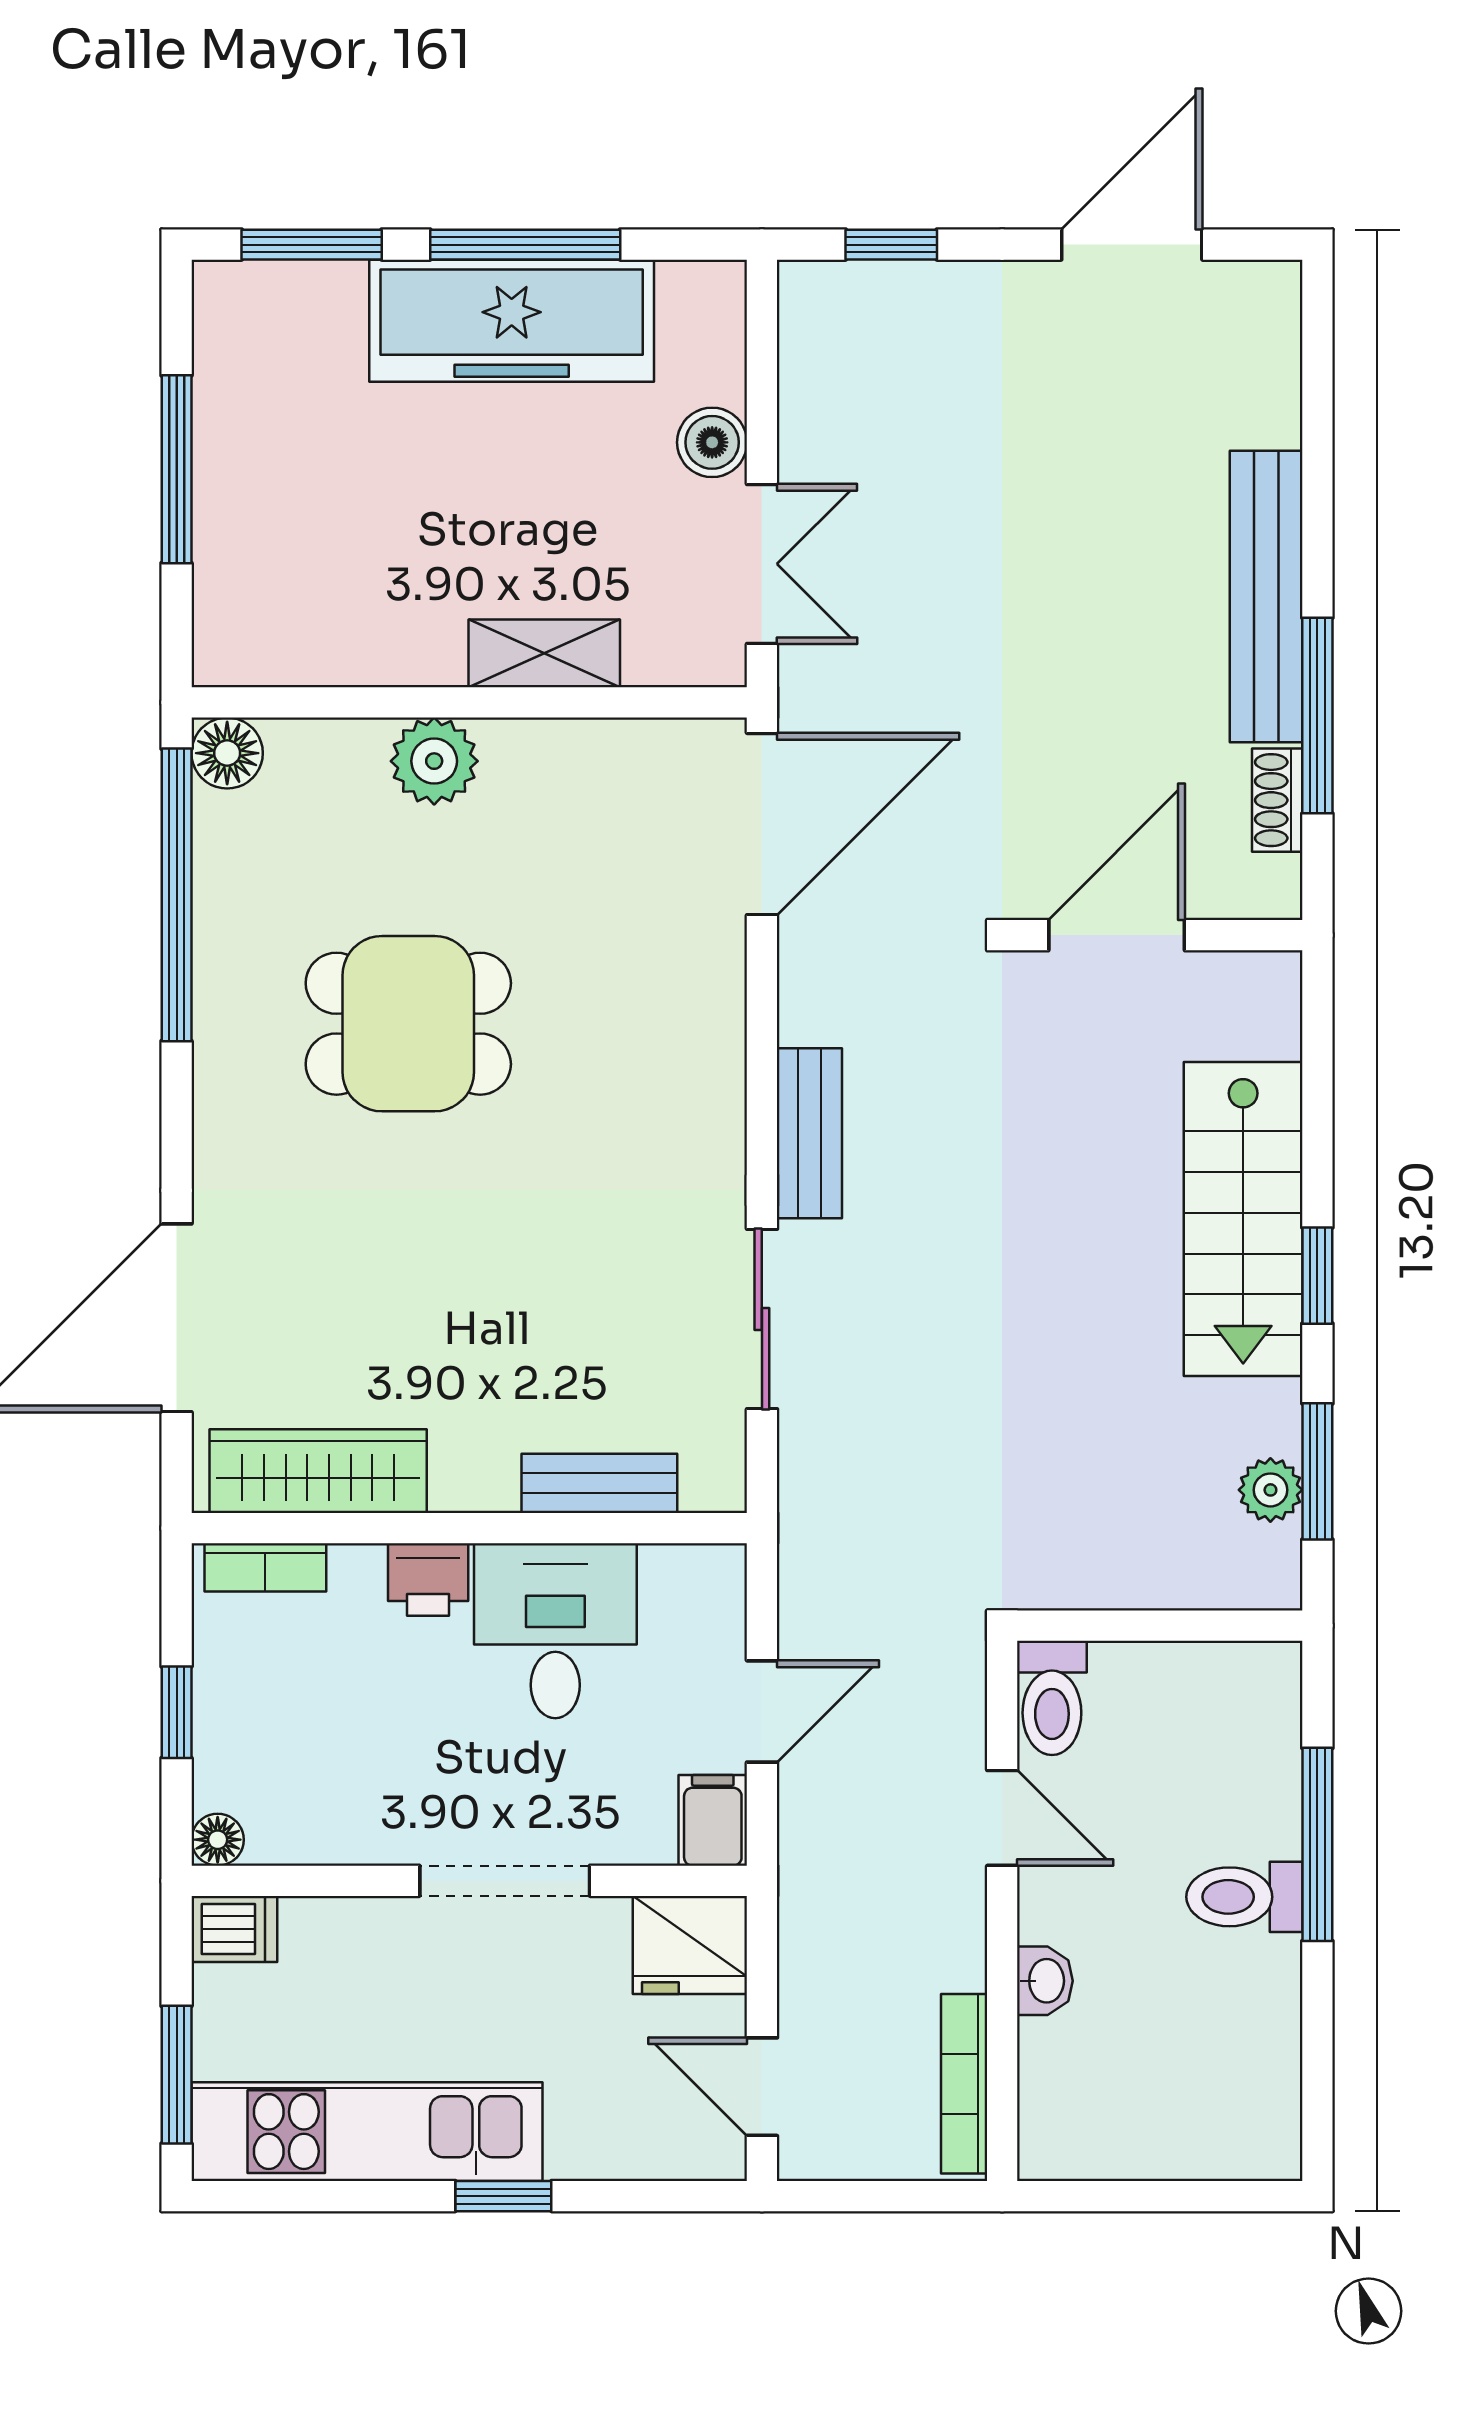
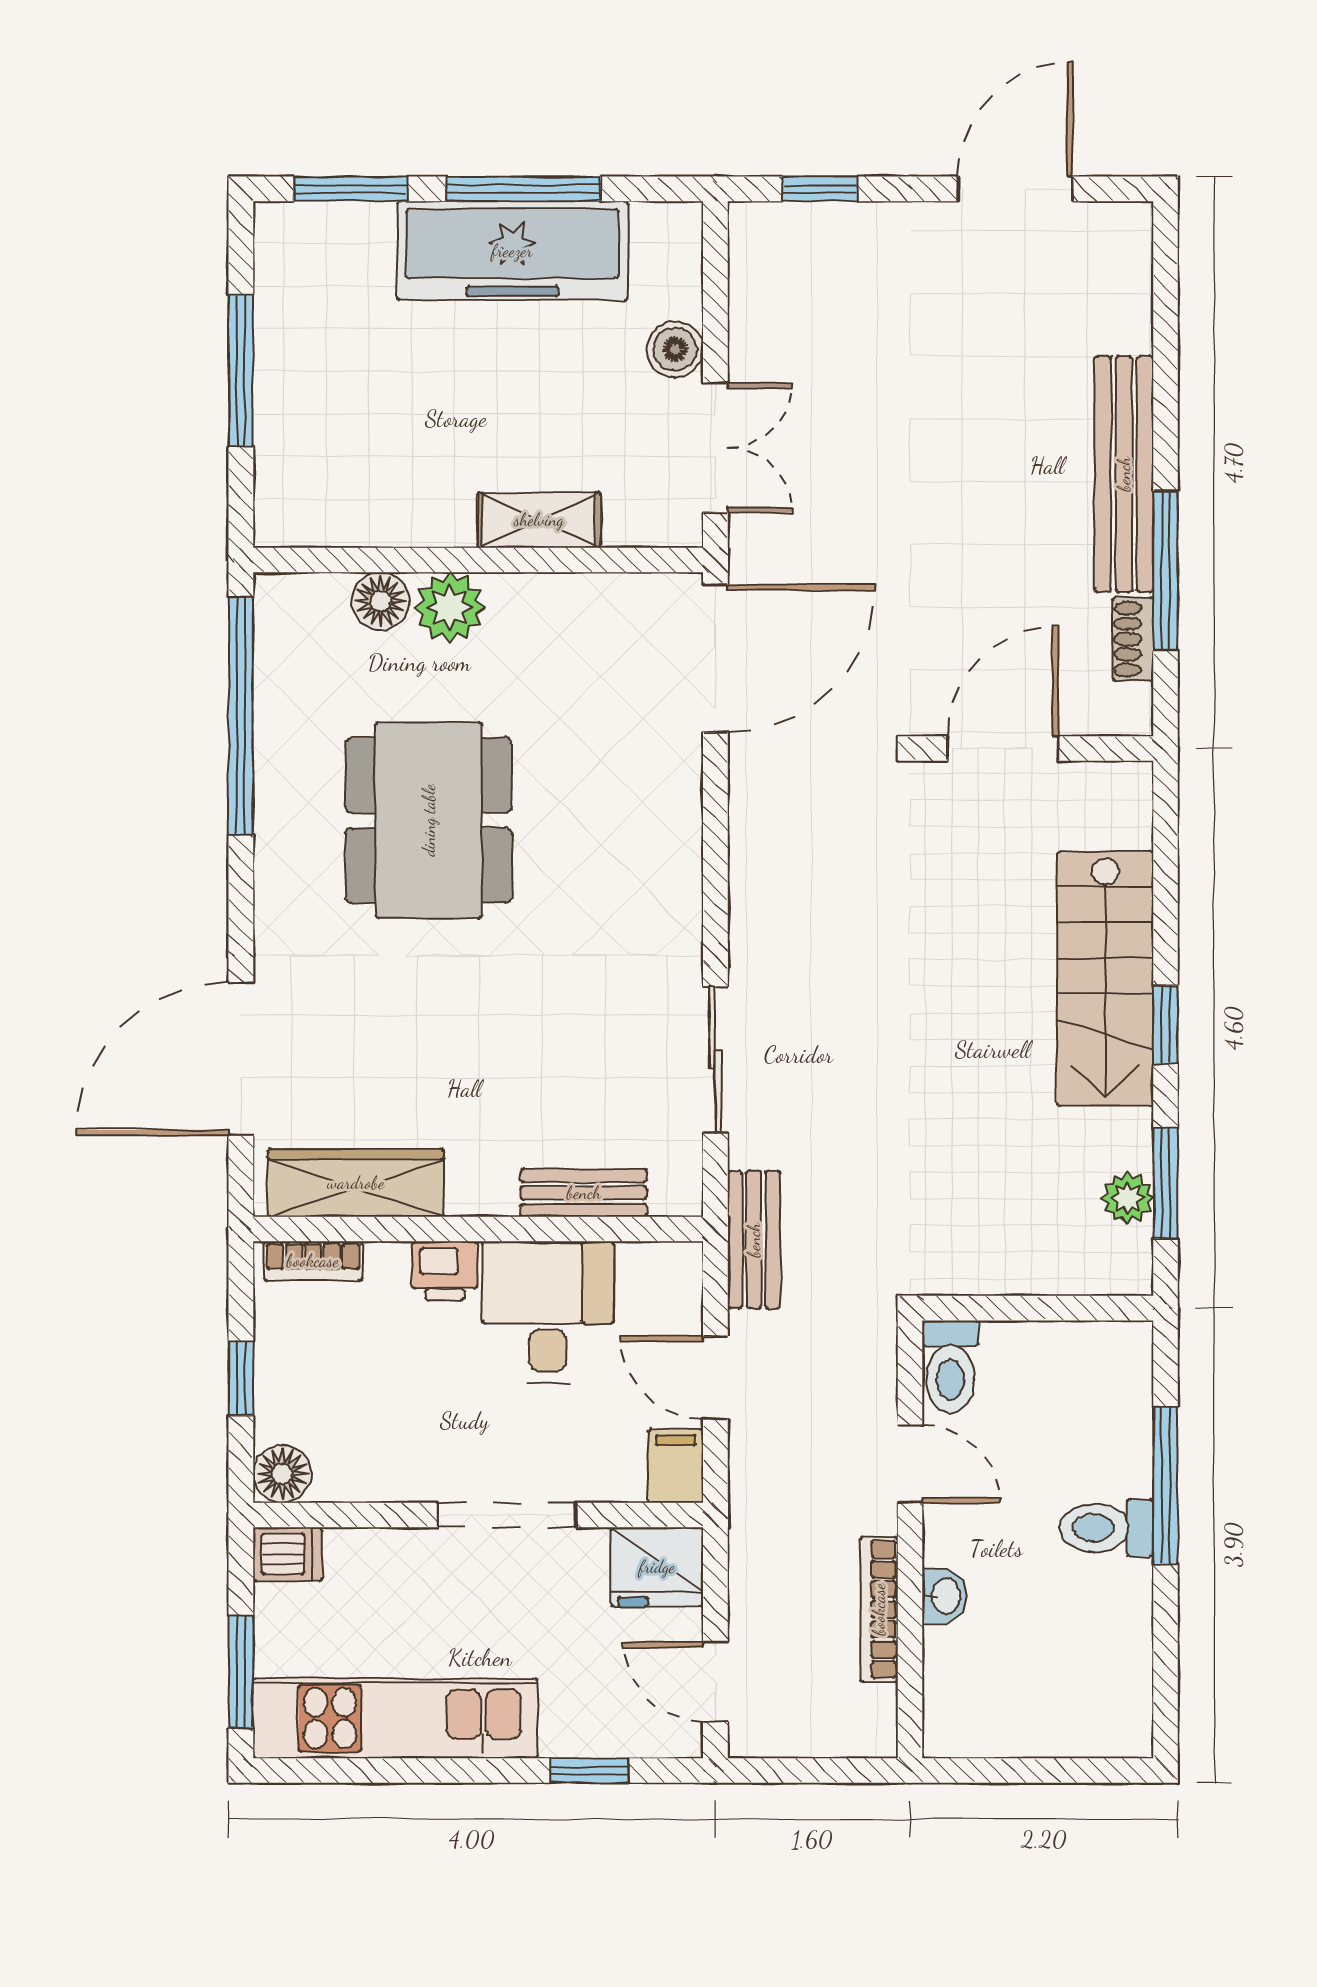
floor lamp: (227, 753) -> (381, 601), moved
dining table: (408, 1024) -> (429, 820), width x1.38
bench: (809, 1133) -> (754, 1240), moved
door: (762, 1711) -> (715, 1378), swing flipped
floor lamp: (218, 1840) -> (282, 1474), width x1.37, depth x1.37
bookcase: (964, 2084) -> (879, 1609), moved
window: (503, 2196) -> (590, 1770), moved

